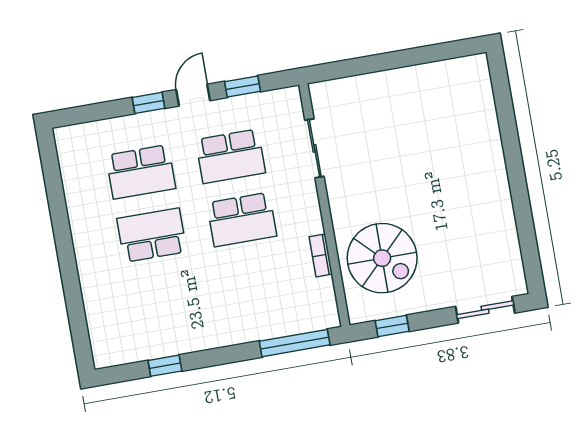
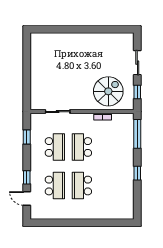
door: (193, 95) -> (27, 198), moved
school desk: (242, 219) -> (82, 147), turned 180
sliding door: (485, 310) -> (137, 63), moved
window: (165, 366) -> (137, 173), moved

